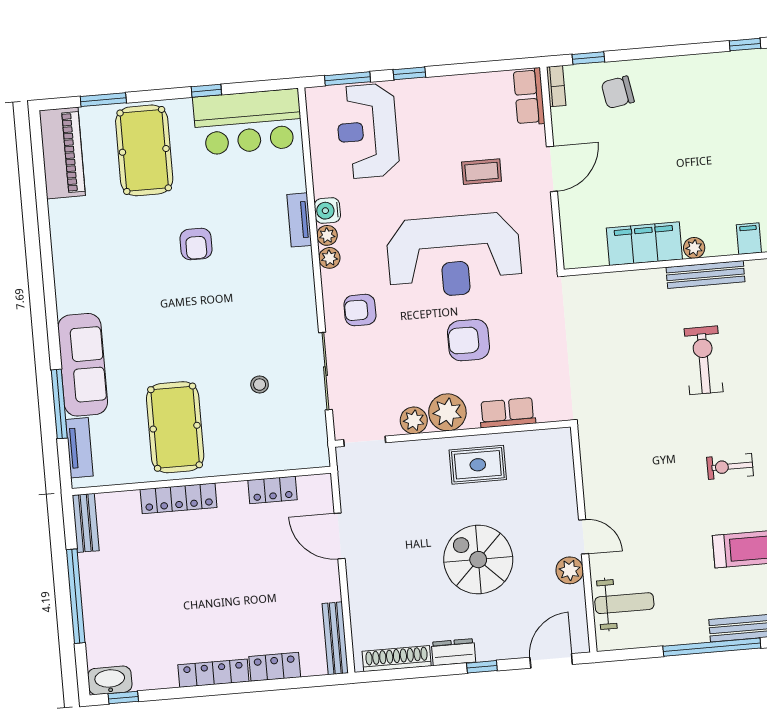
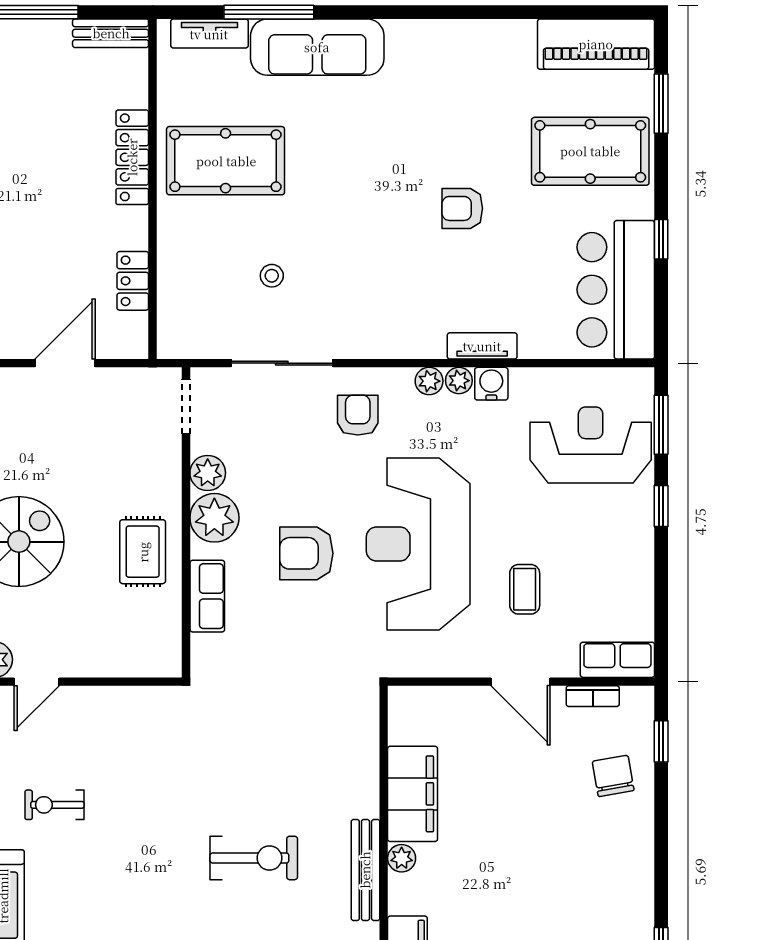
bookcase: (556, 86) -> (593, 696), moved
armchair: (468, 340) -> (306, 553), turned -90
exercise bike: (730, 466) -> (54, 805), moved, turned -90

